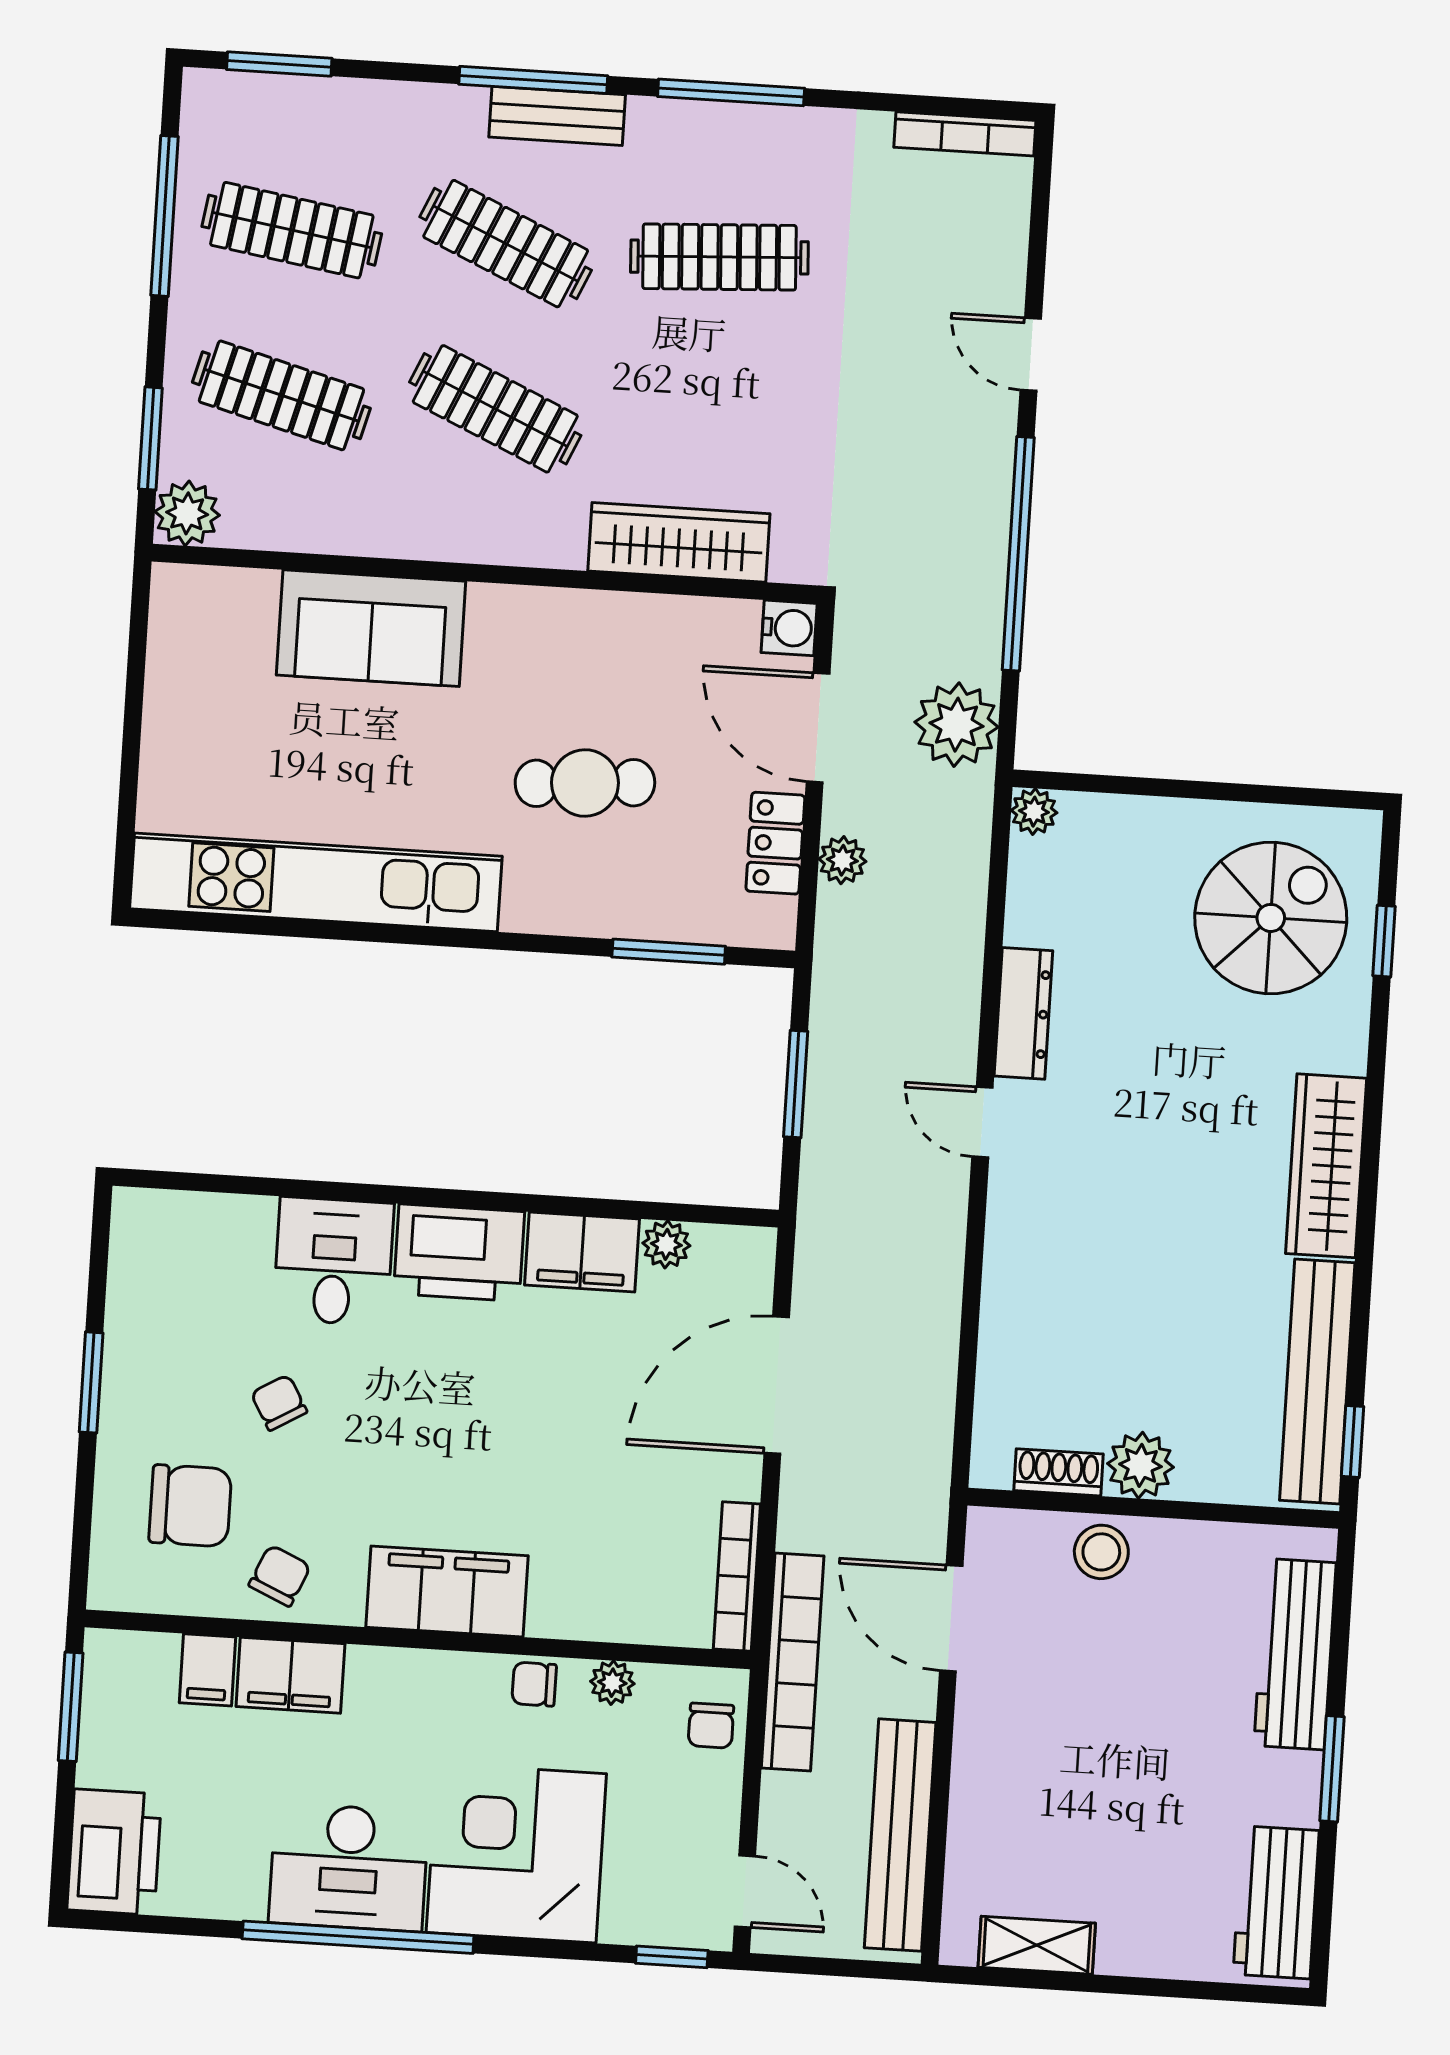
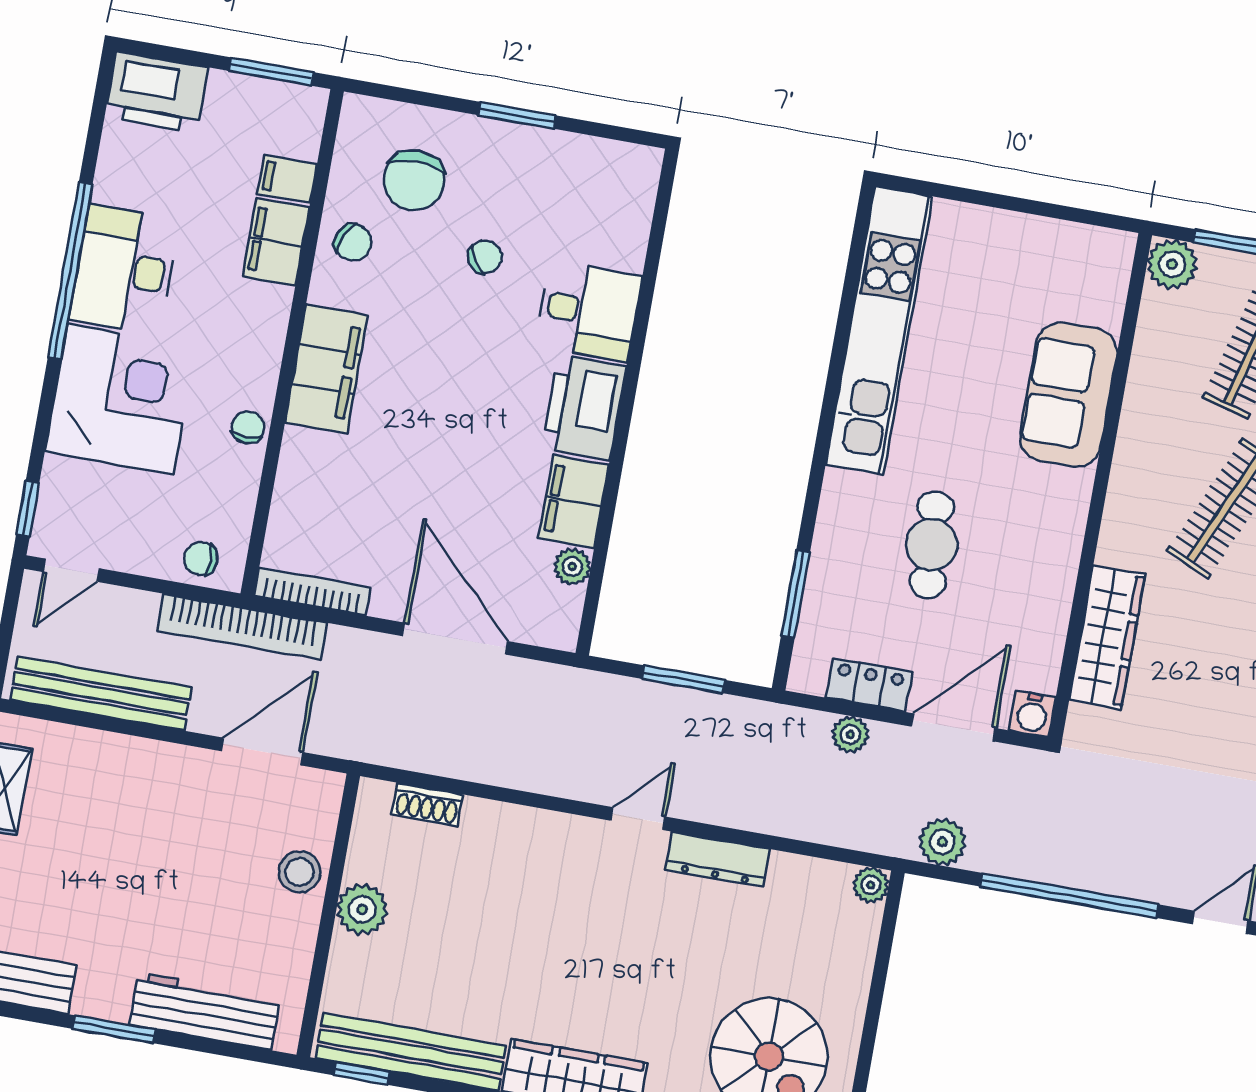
plant: (956, 725) -> (942, 842), width x0.73, depth x0.73
shoe rack: (1059, 1472) -> (427, 804), moved, turned 90
plant: (612, 1683) -> (242, 487), removed

